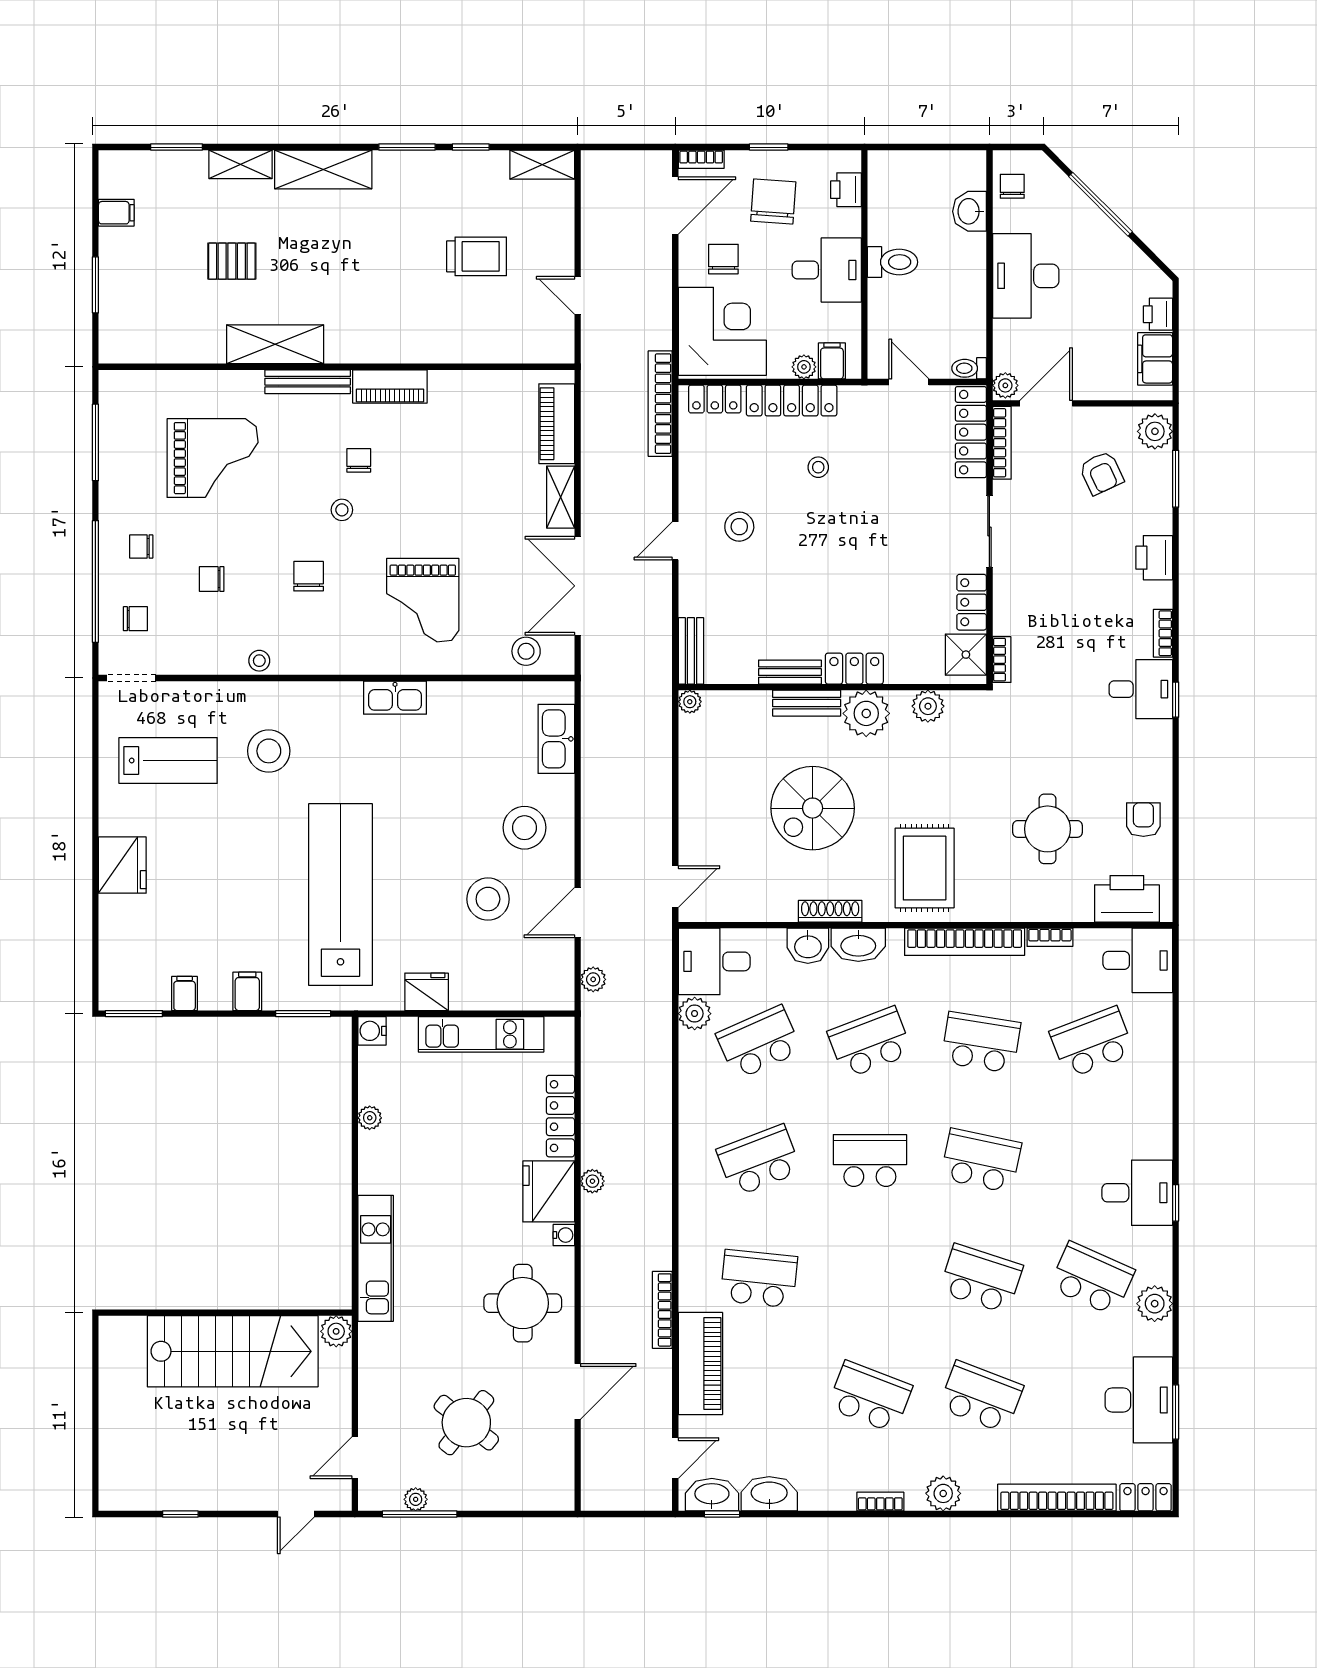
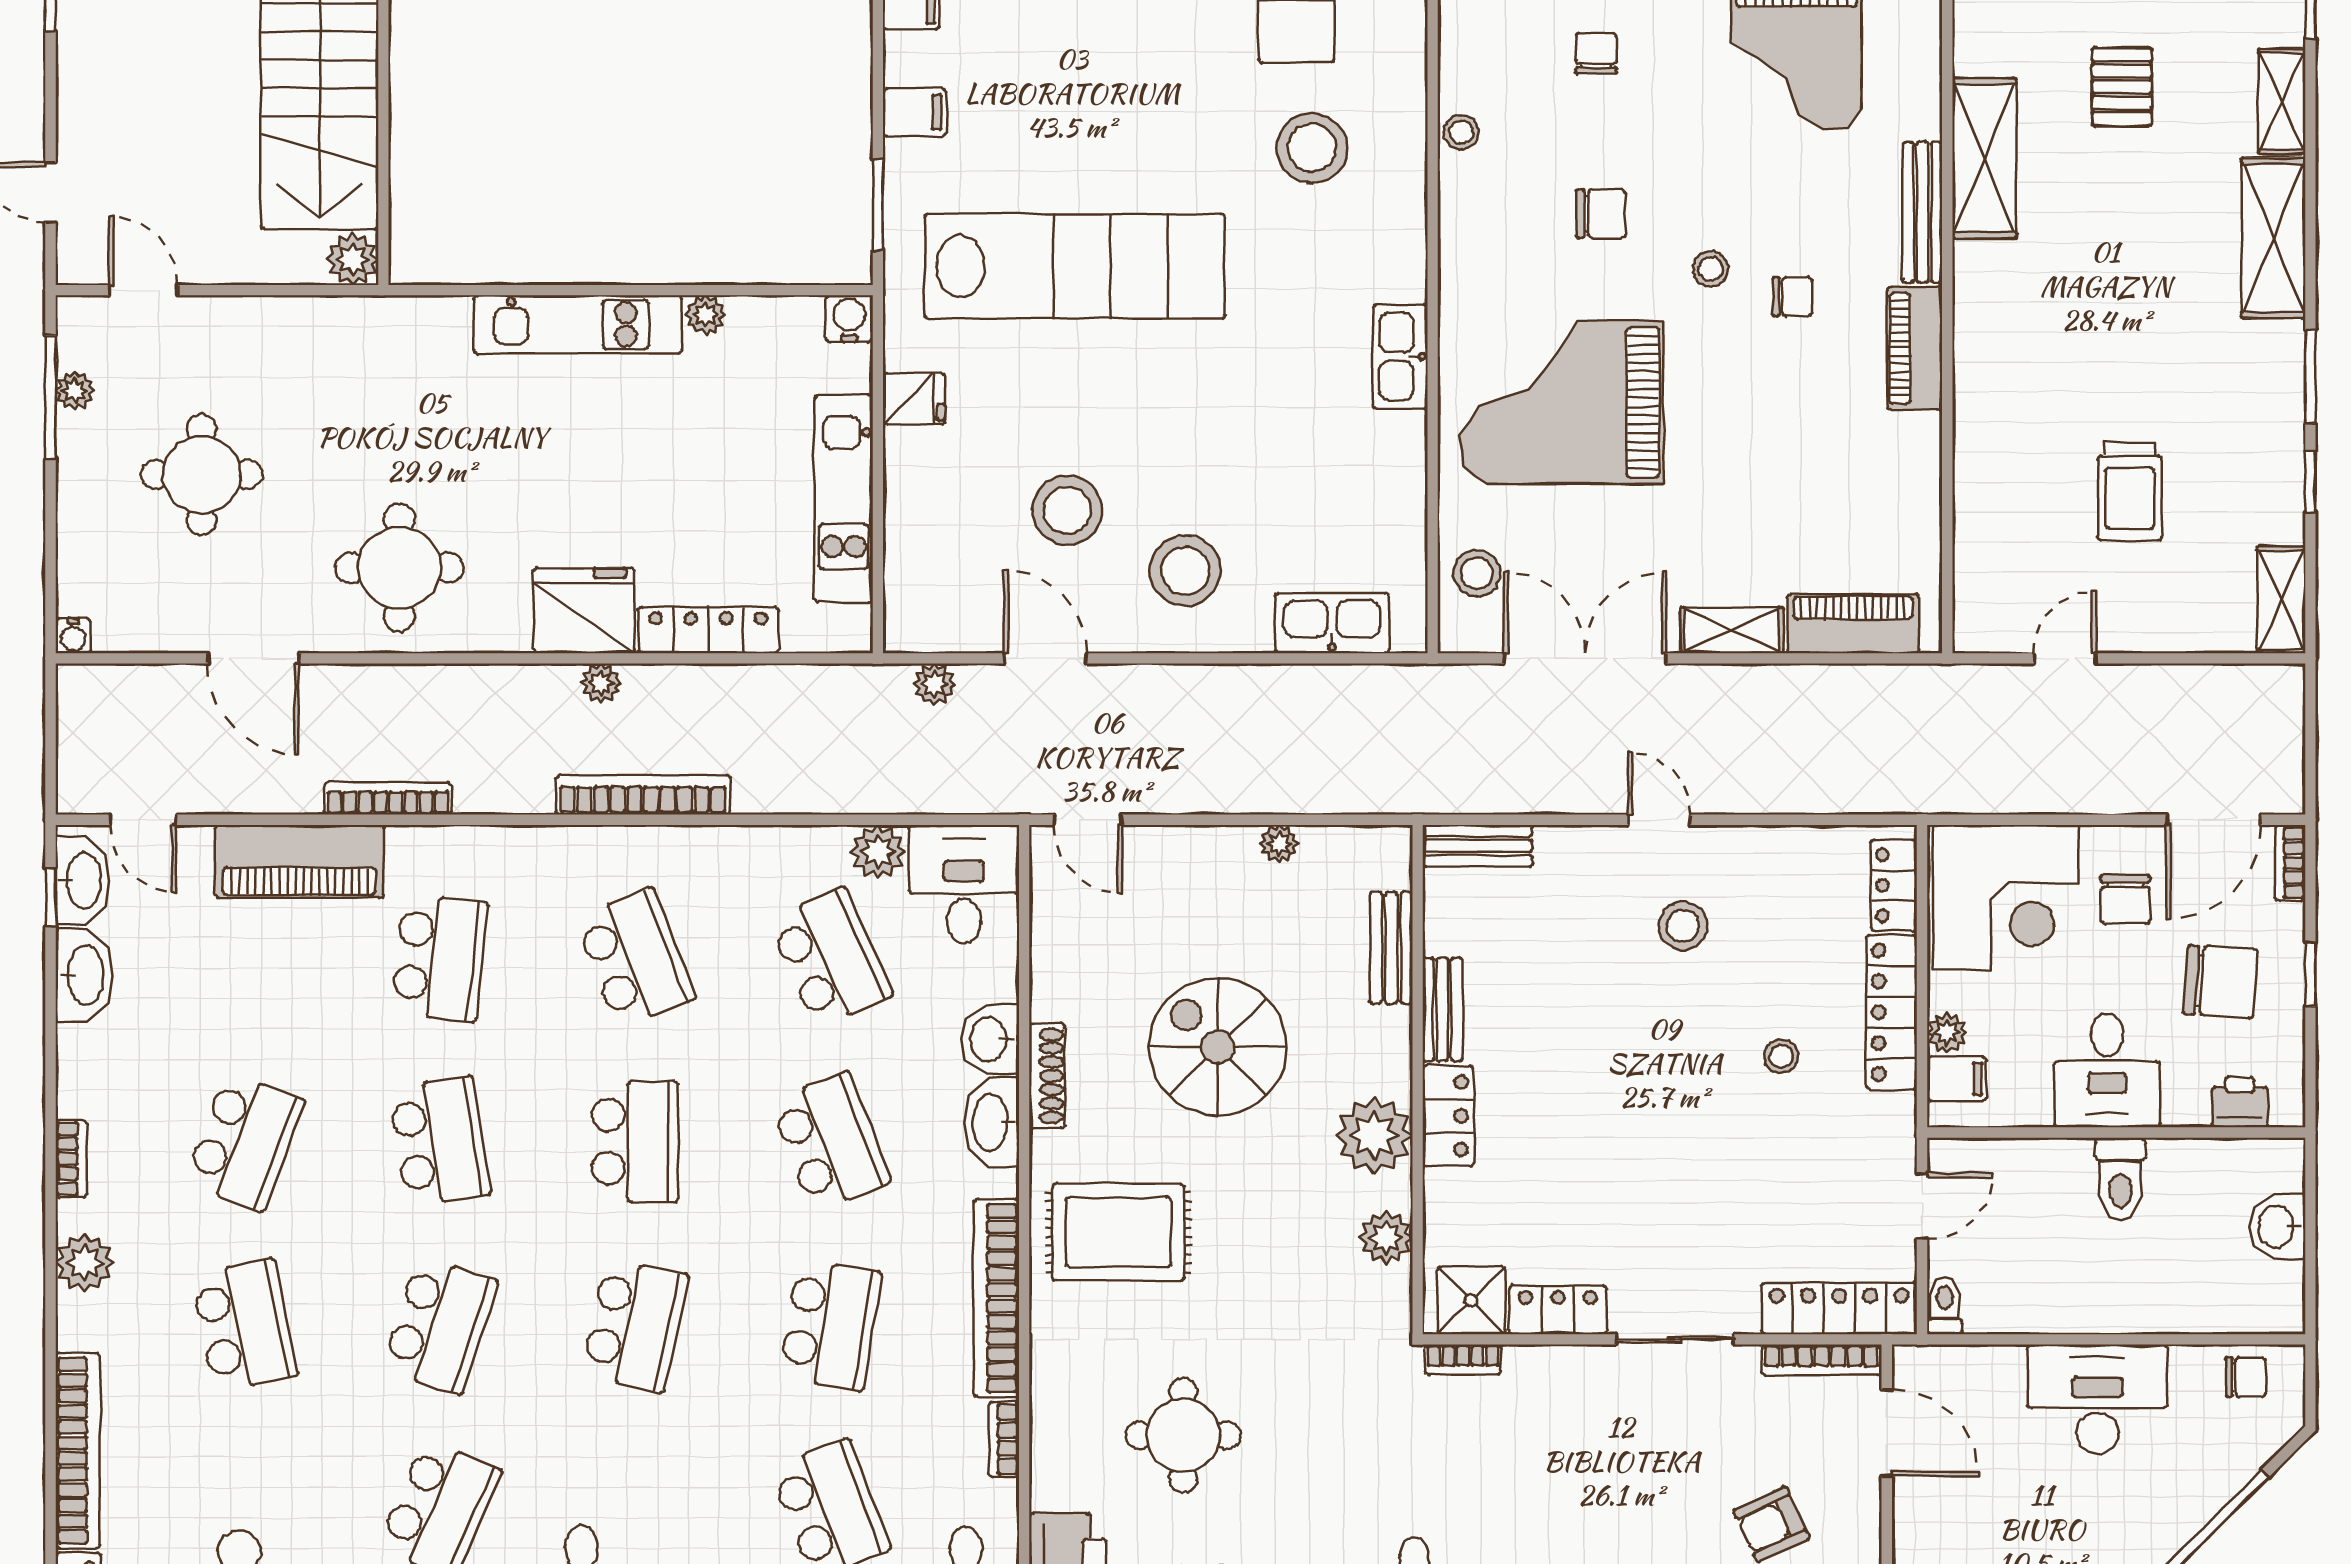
door: (675, 206) -> (2214, 820), hinge flipped
washbasin: (970, 211) -> (2278, 1226), moved, turned -90
chair: (723, 259) -> (2125, 899), turned 90
plant: (1005, 385) -> (1916, 1365), removed
bookcase: (660, 404) -> (643, 795), moved
grand piano: (423, 600) -> (1561, 402), width x1.37, depth x1.48
plant: (690, 702) -> (1279, 844), moved
bench: (807, 703) -> (1391, 948), moved
fridge: (427, 992) -> (914, 399), width x0.72
water cooler: (564, 1235) -> (73, 636), moved
kitchen unit: (376, 1258) -> (578, 324), moved
school desk: (870, 1279) -> (440, 1142), added
school desk: (981, 1397) -> (244, 1325), turned -33
round table: (466, 1423) -> (202, 474), turned -38

